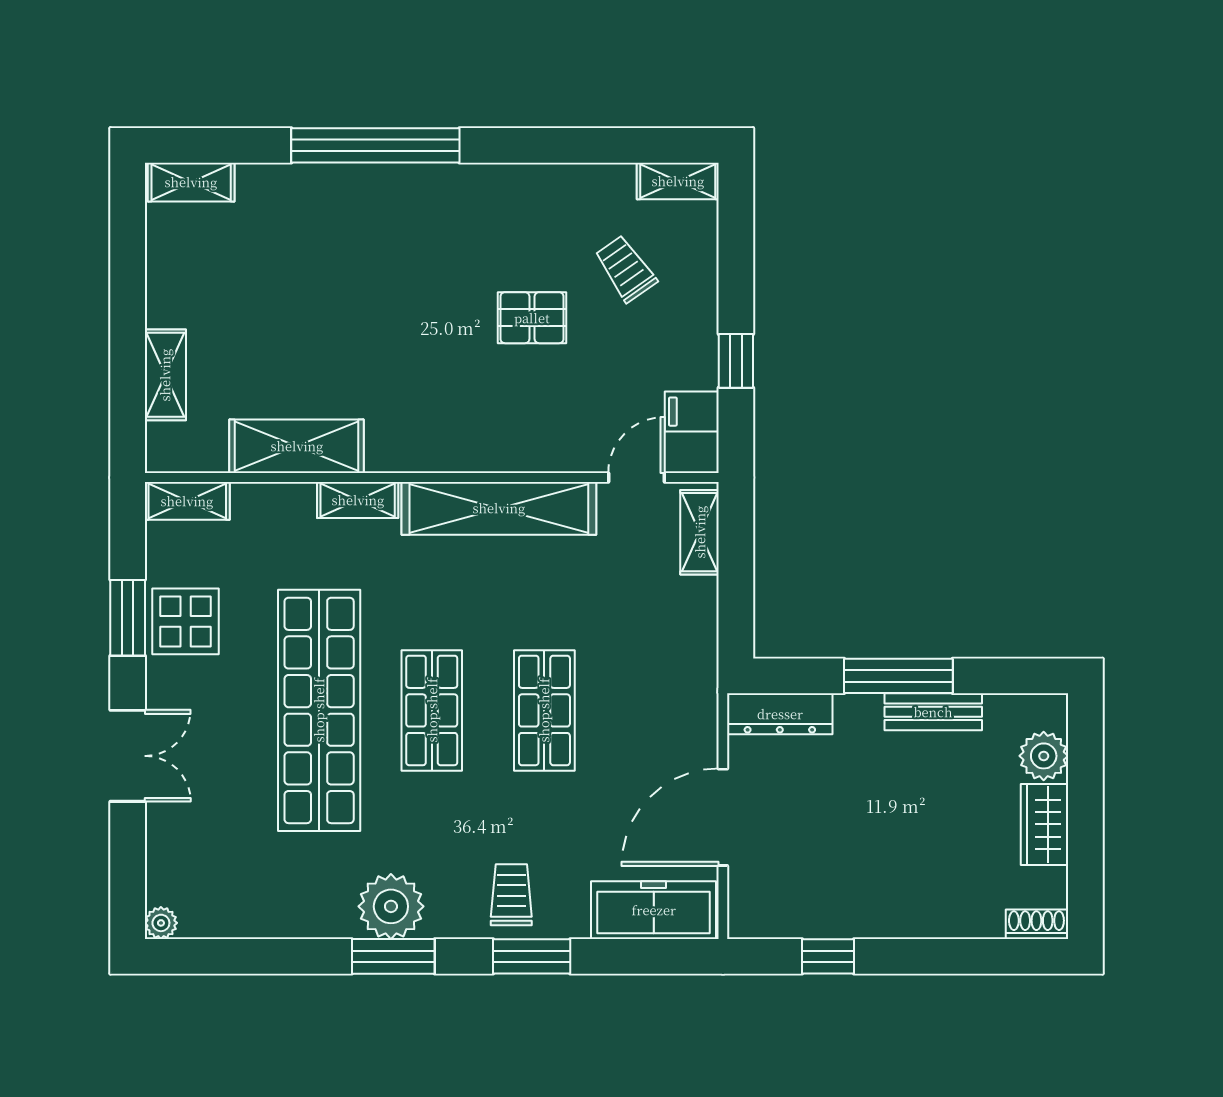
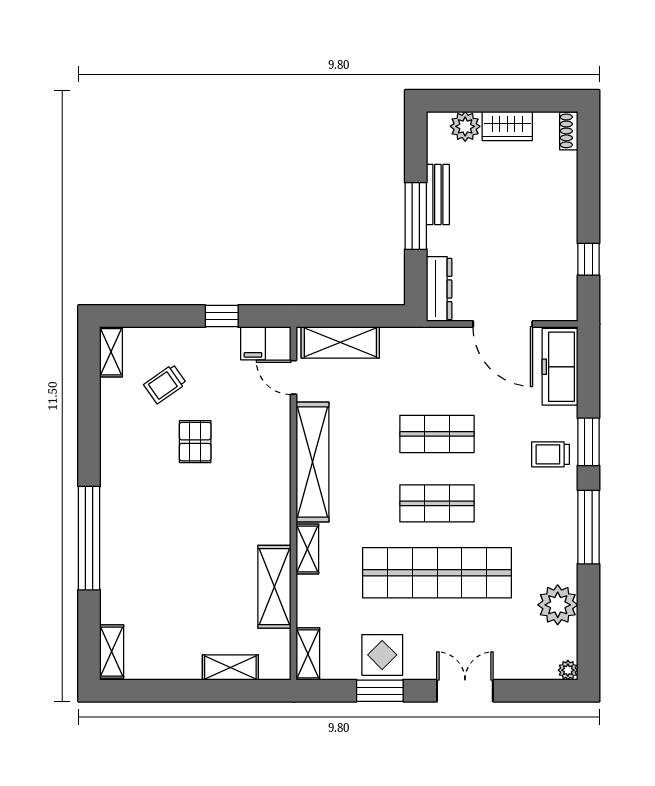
shelving: (700, 532) -> (340, 342), width x1.50, depth x1.33
plant: (391, 906) -> (558, 605), moved
window: (393, 956) -> (588, 527), width x1.44

